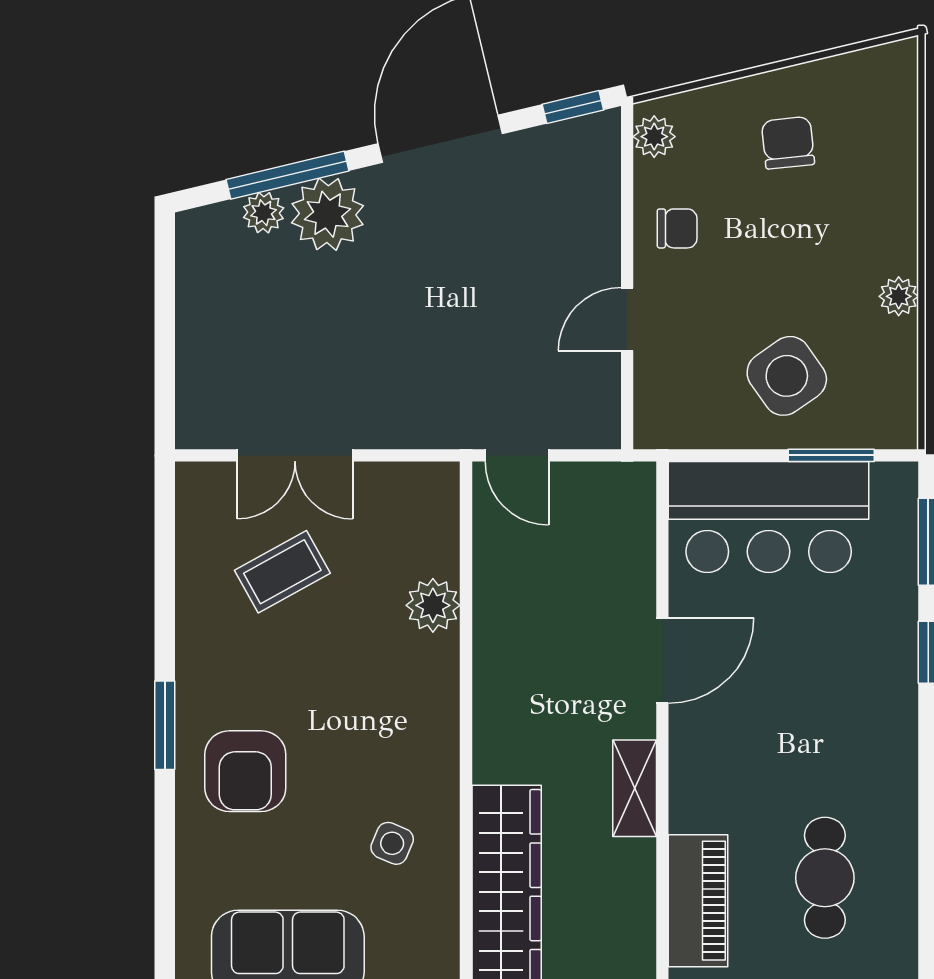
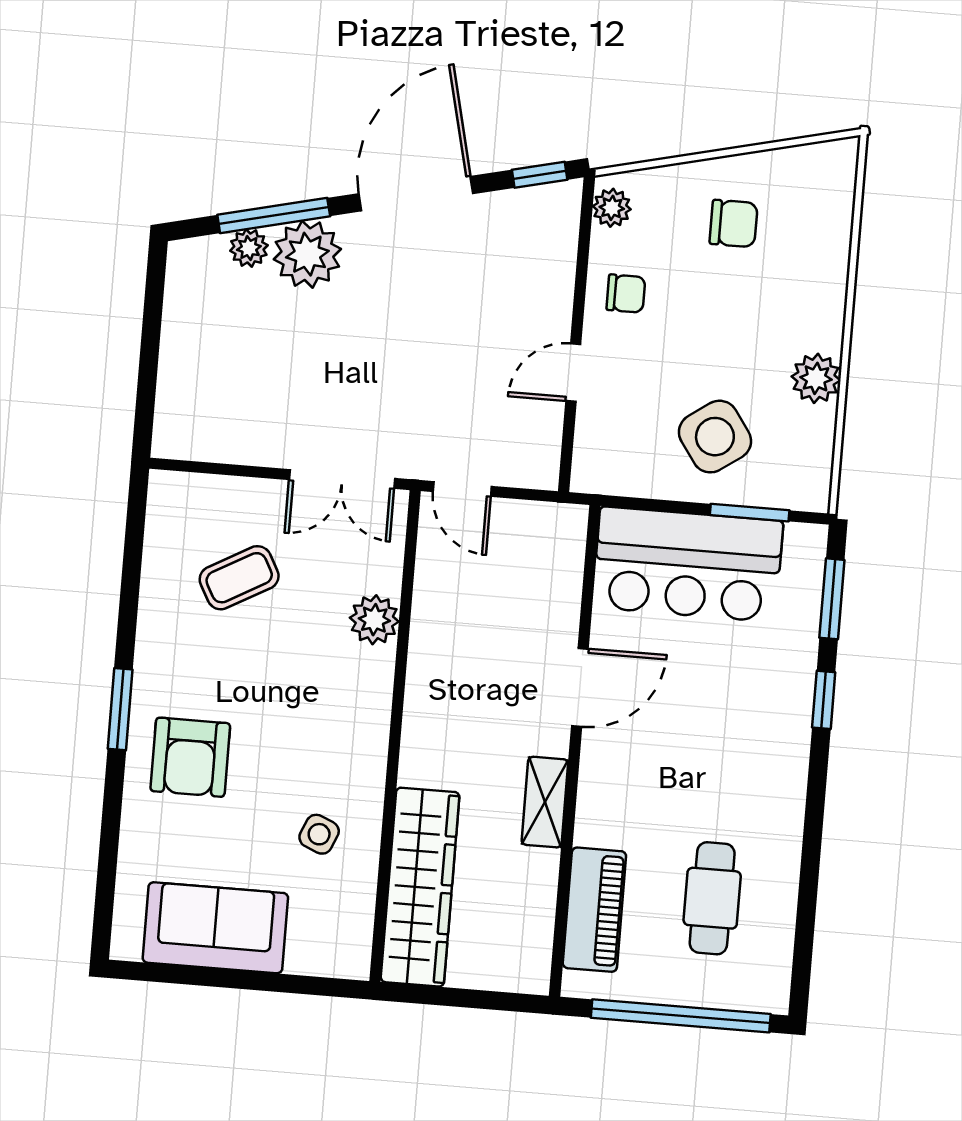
chair: (788, 143) -> (734, 224), turned 96
plant: (899, 296) -> (816, 378), width x1.38, depth x1.38
double door: (295, 455) -> (342, 479), moved

